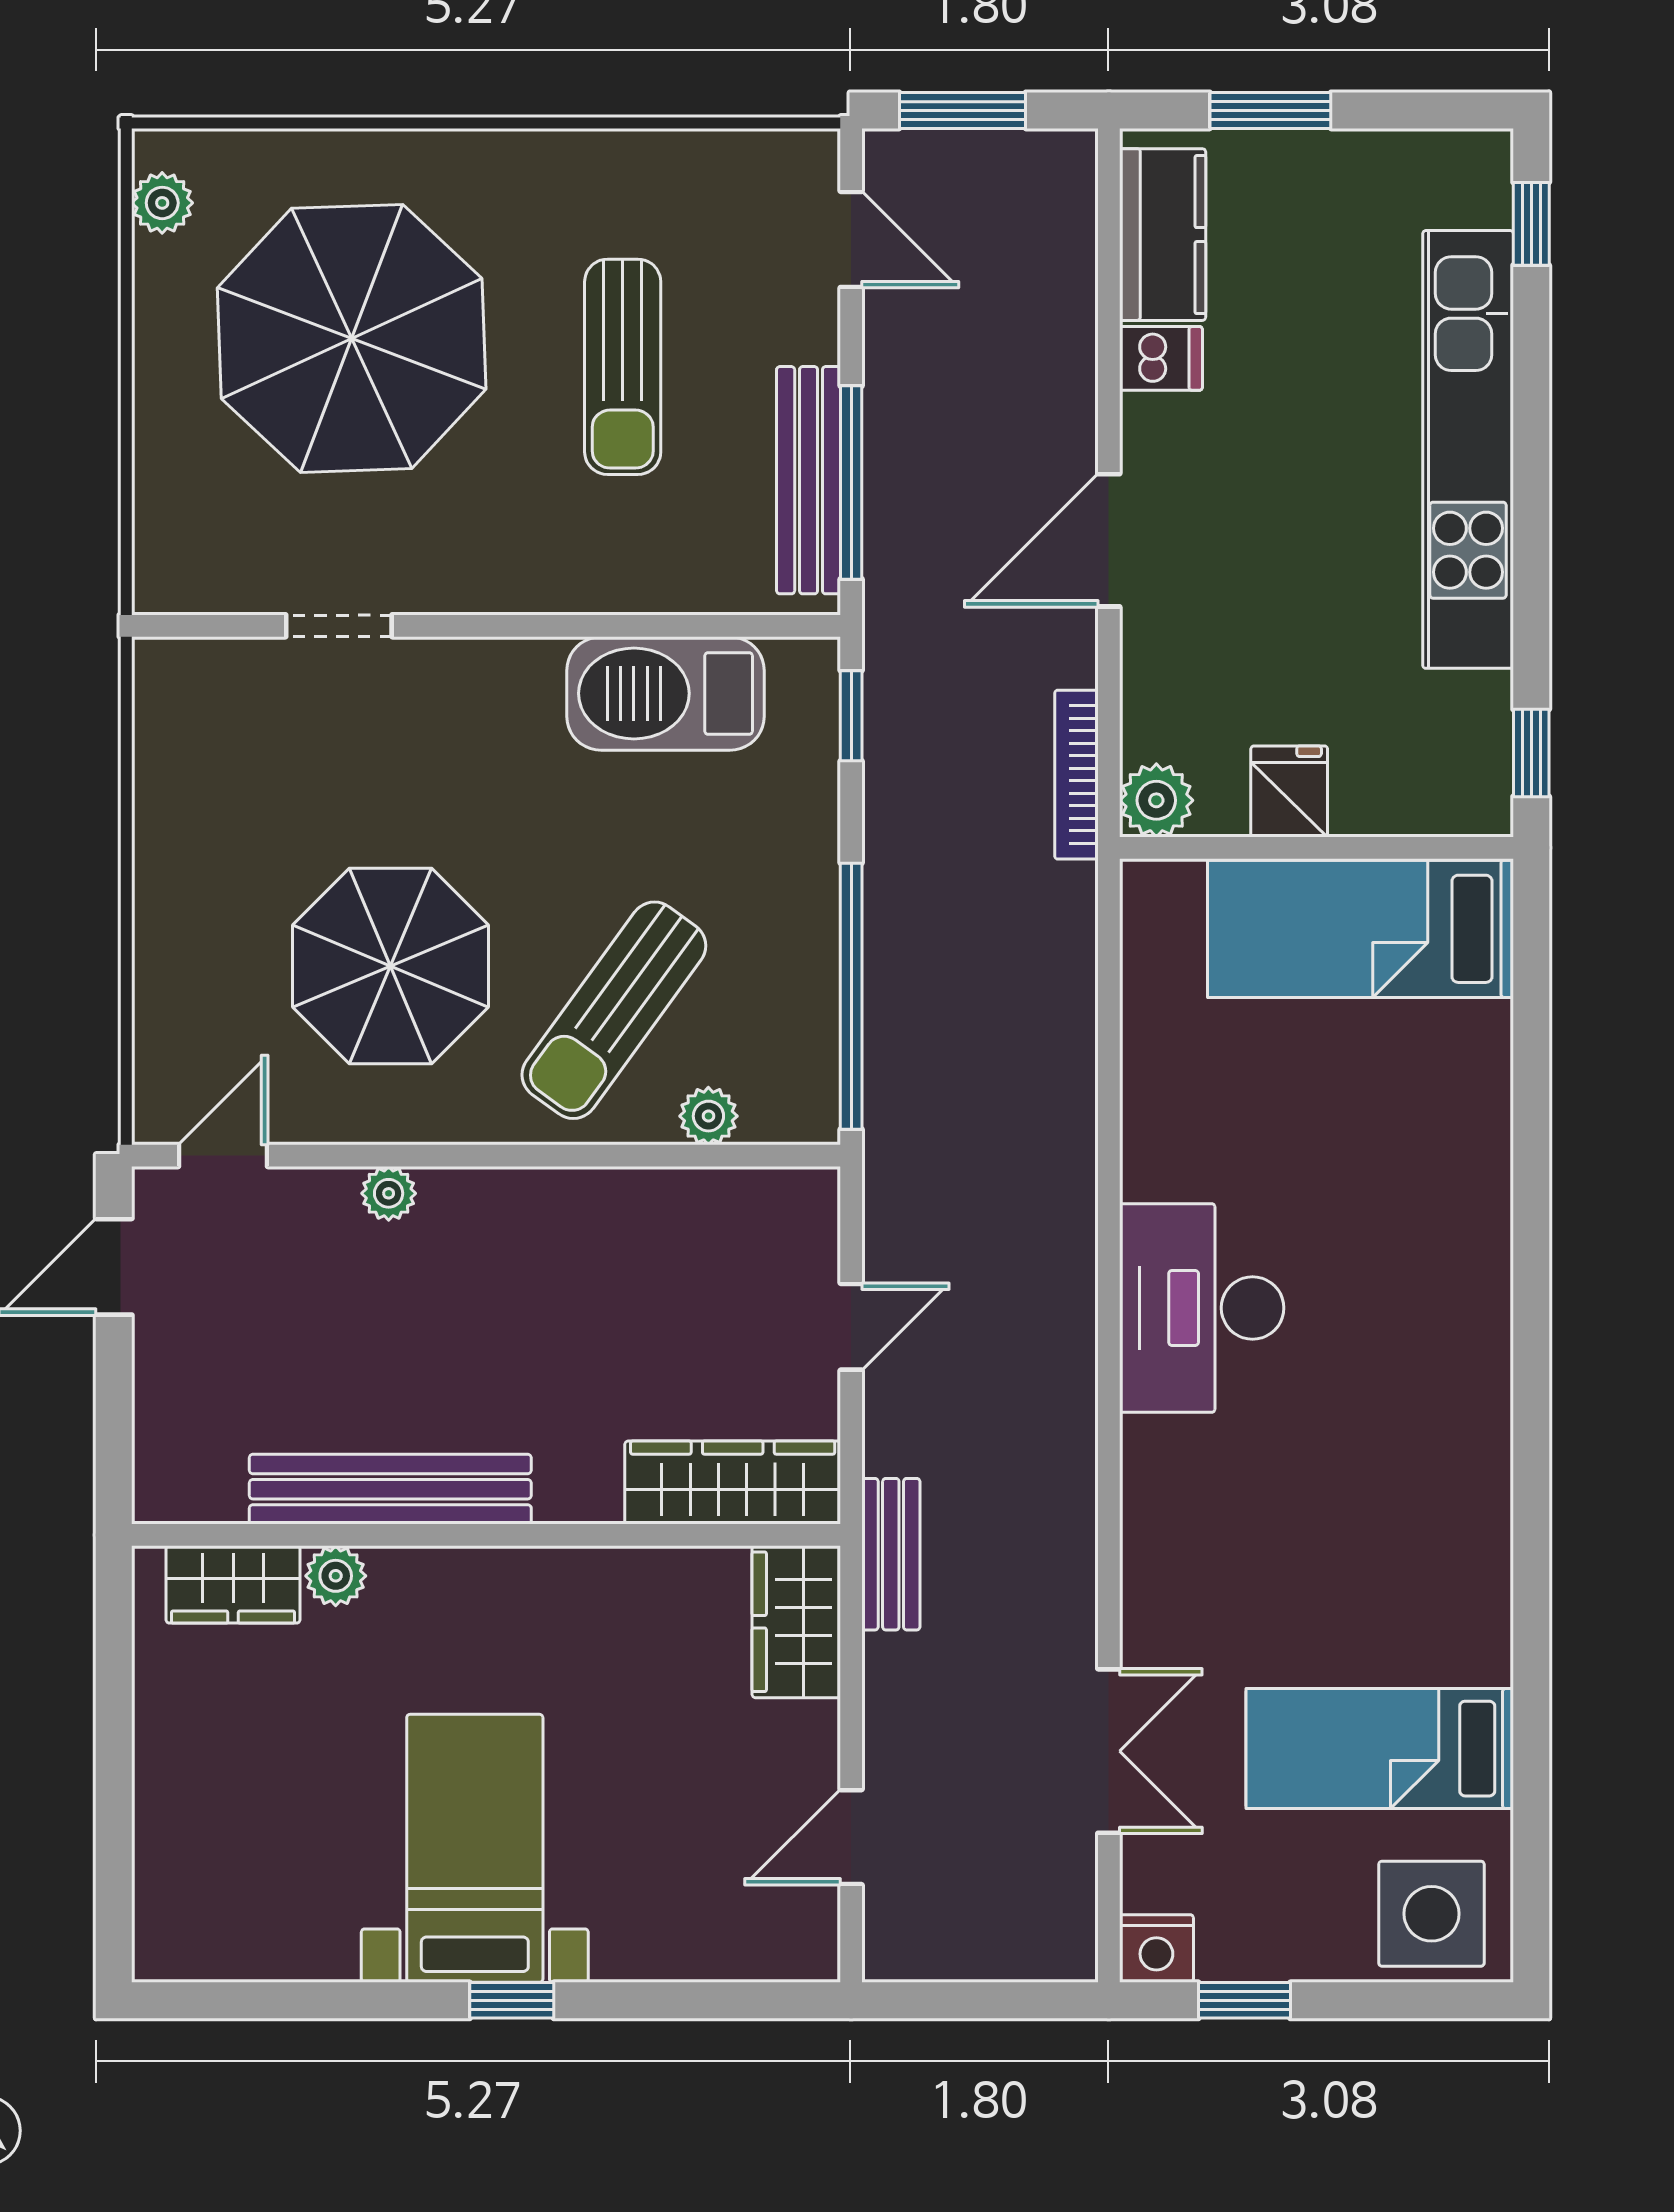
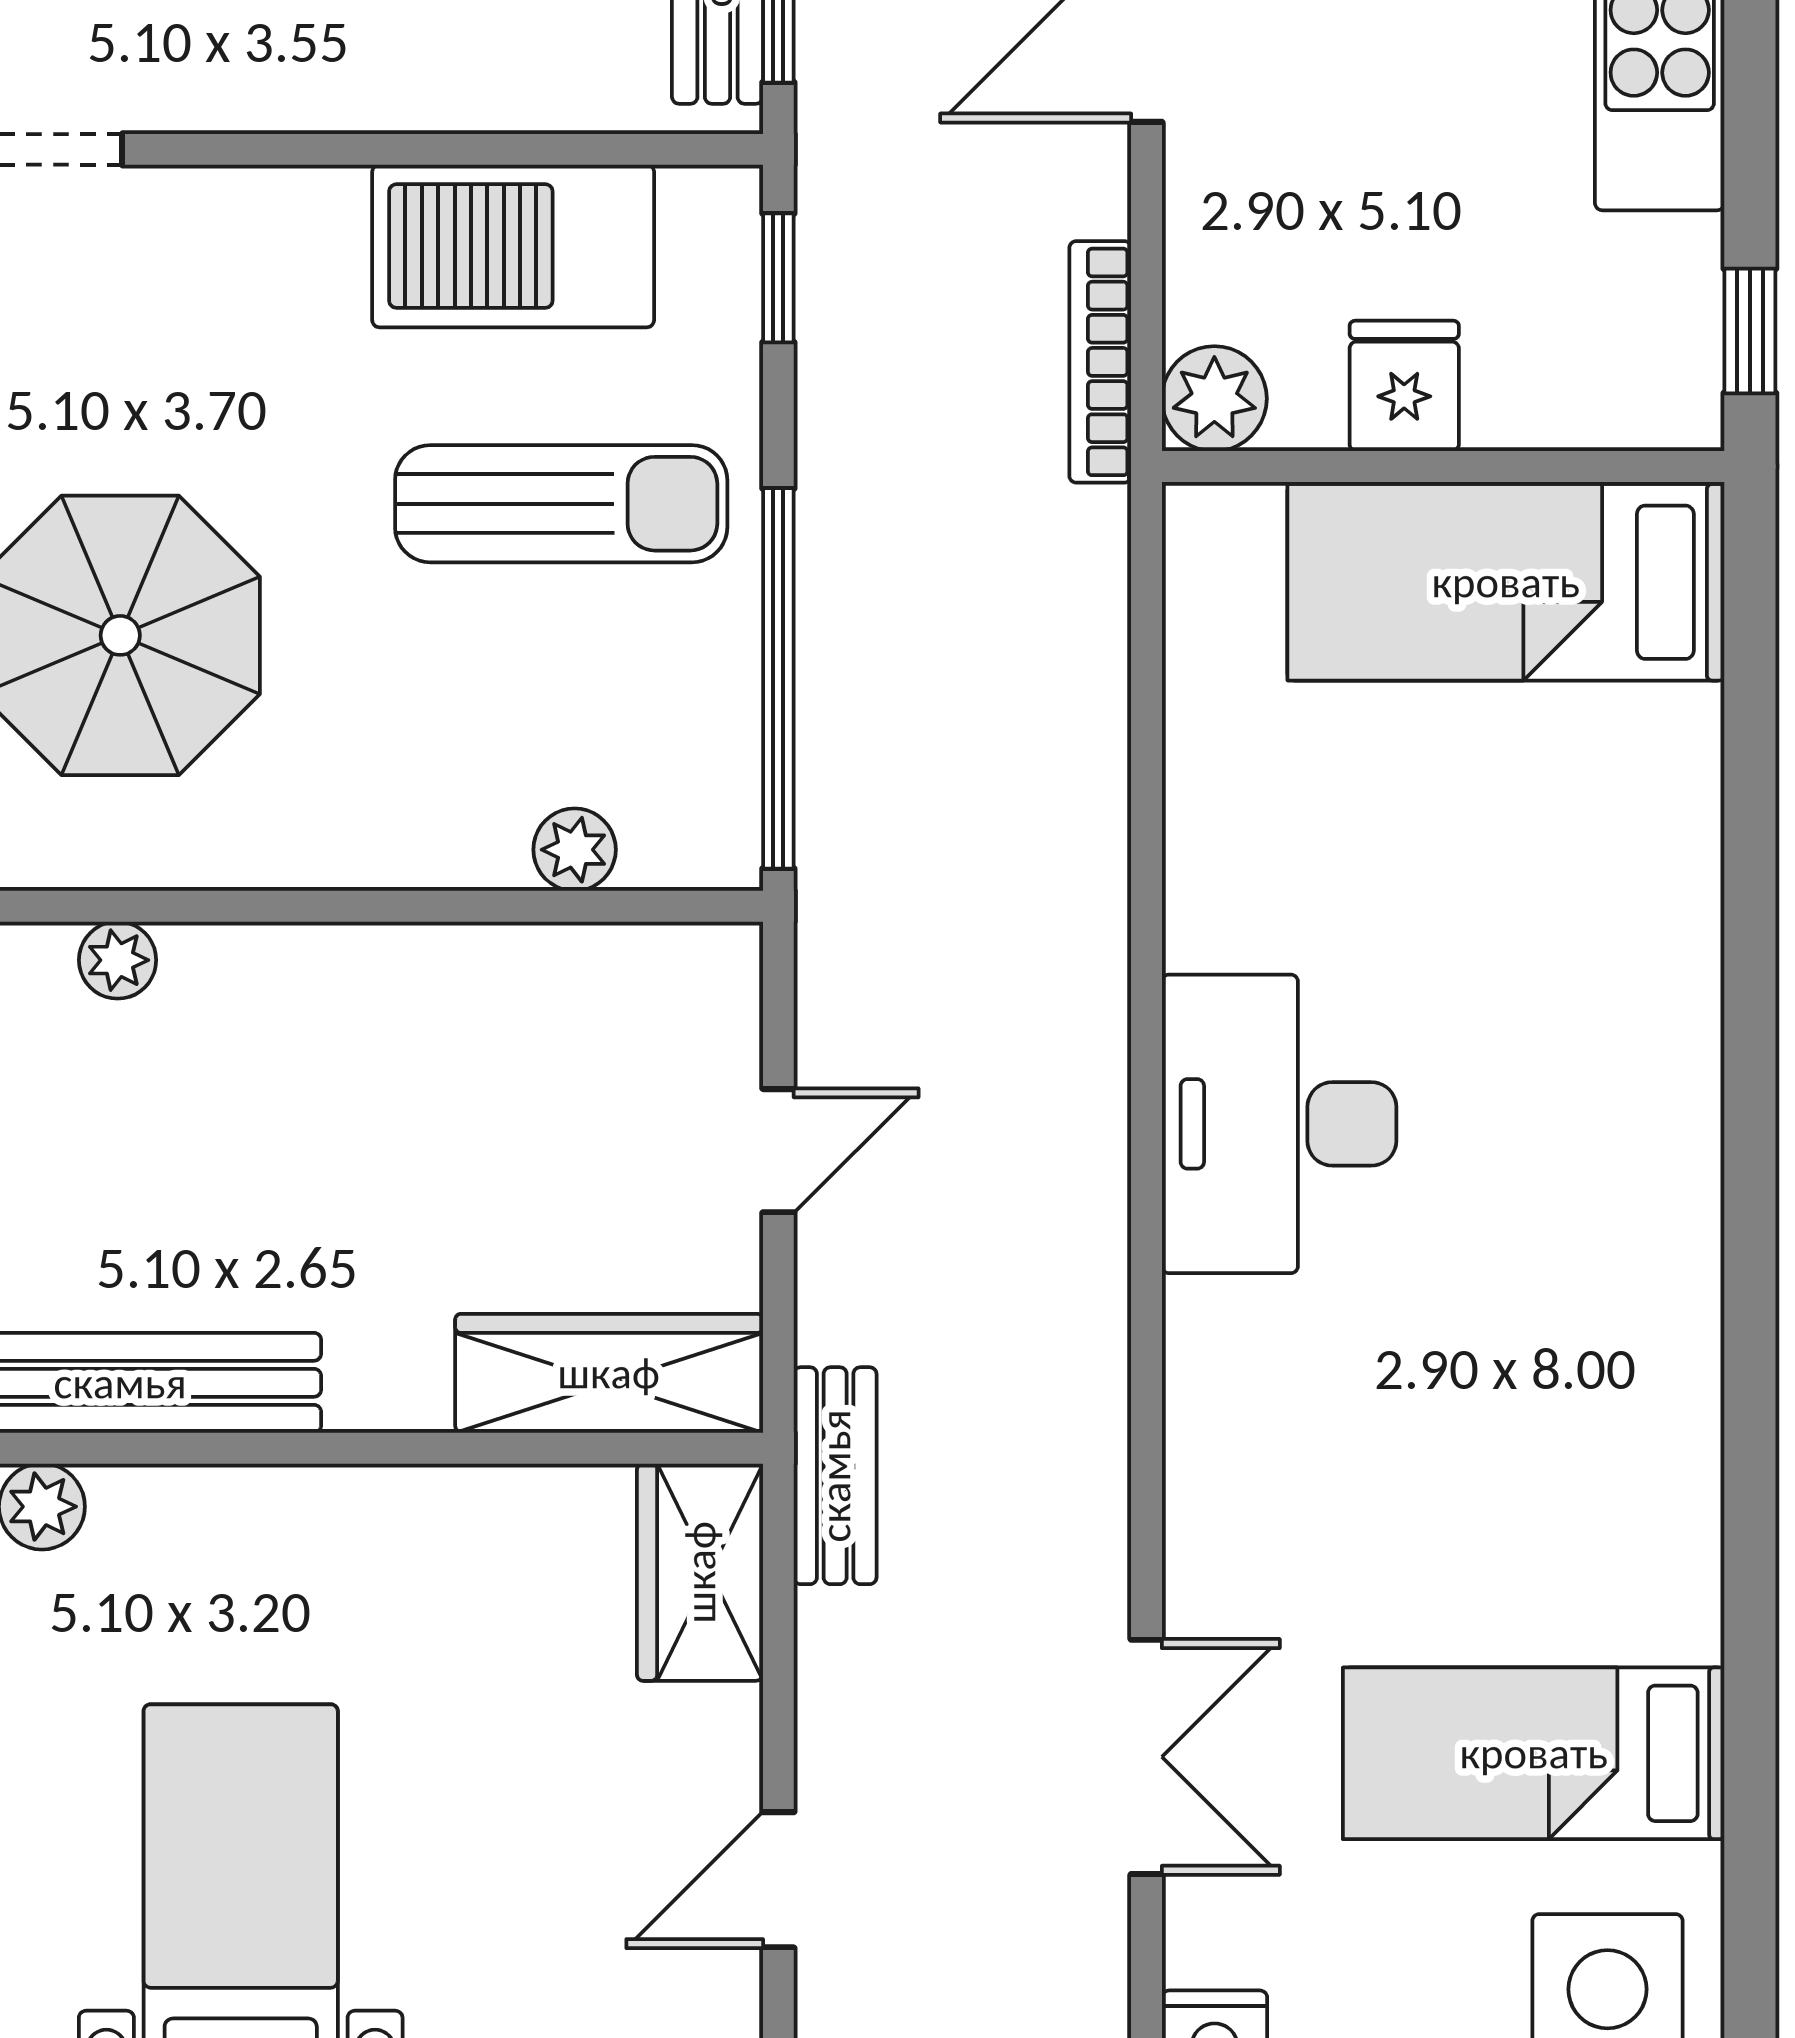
sun lounger: (614, 1010) -> (561, 504), moved, turned -126

